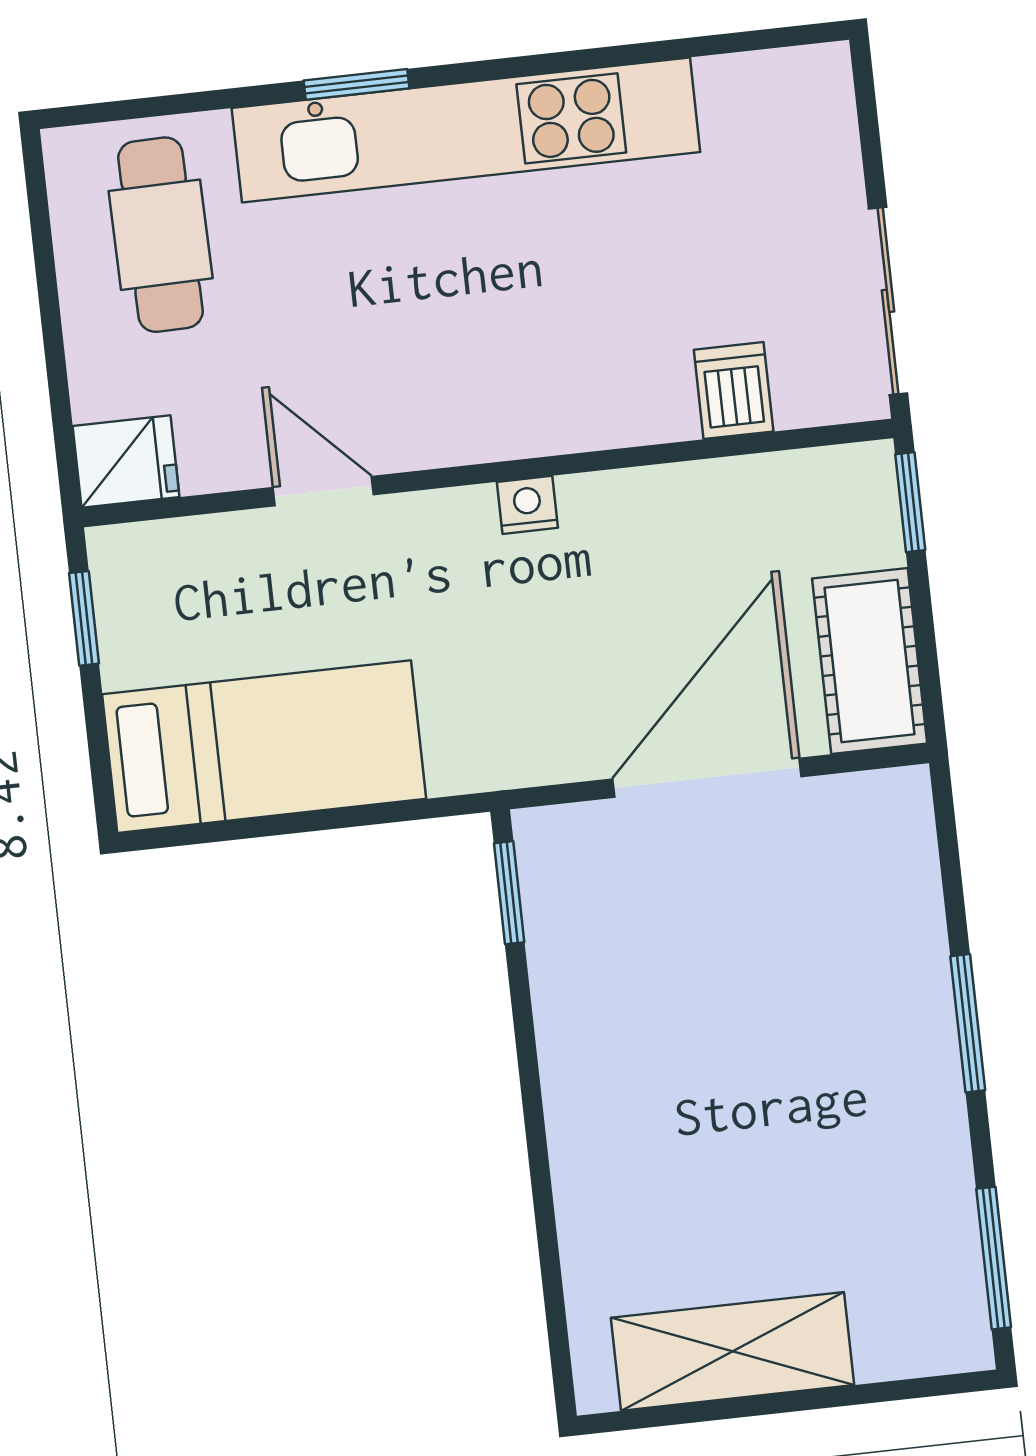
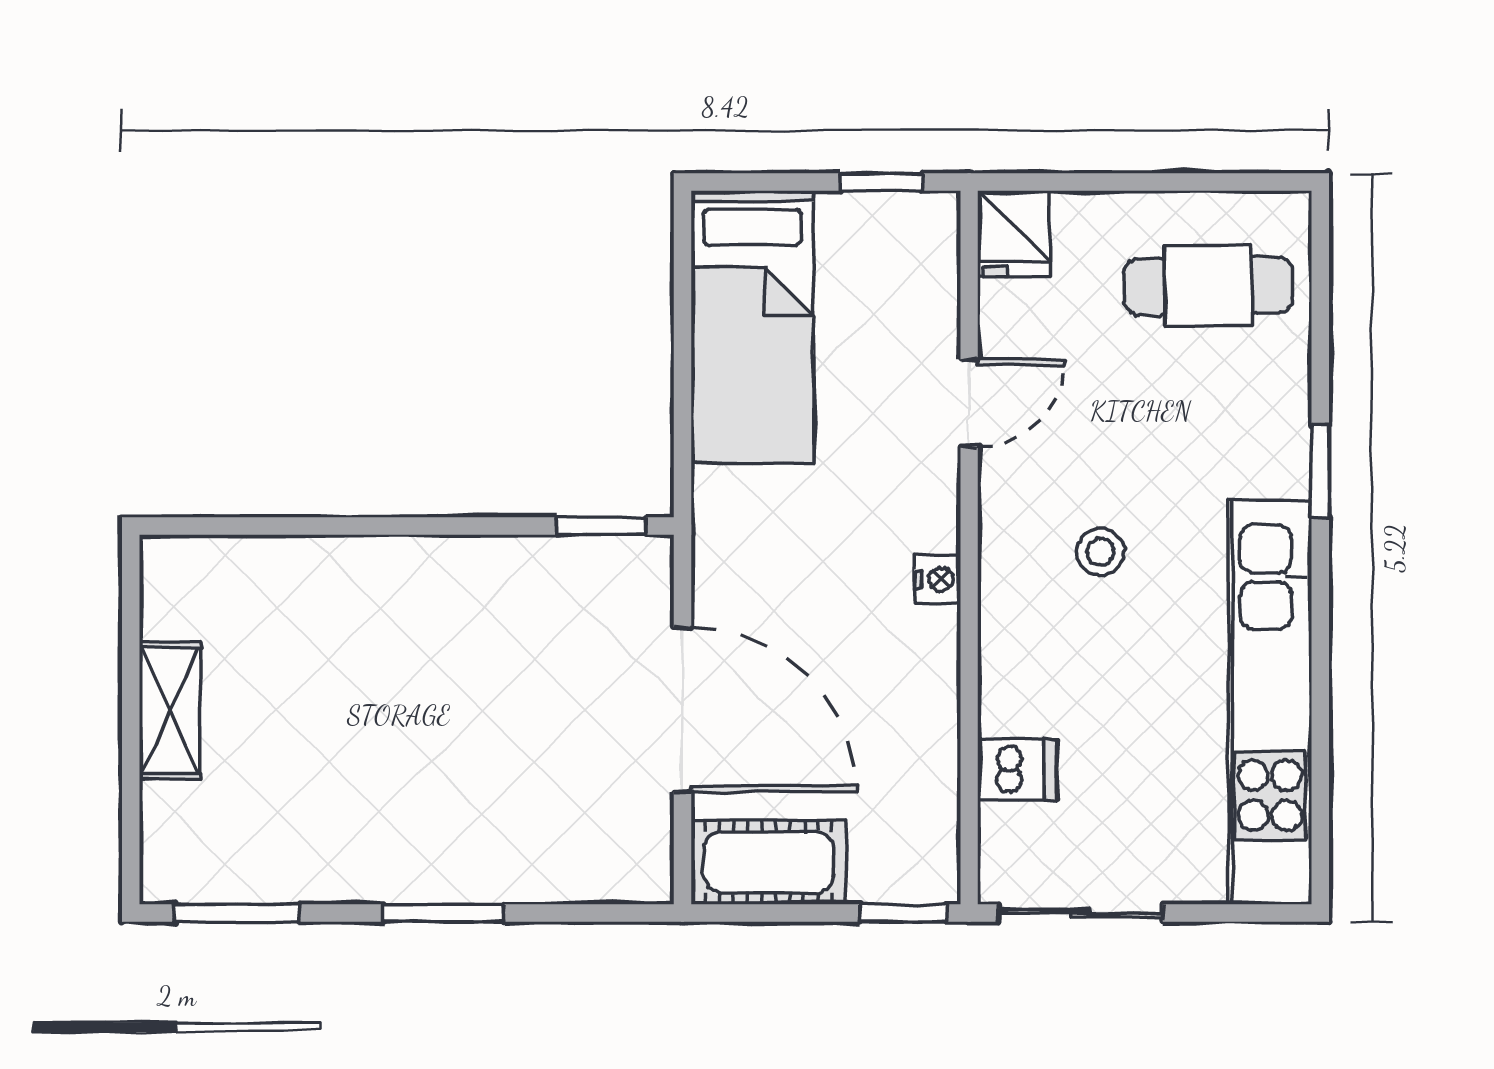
kitchen unit: (466, 130) -> (1270, 702), moved
stool: (476, 324) -> (1100, 552), added
shelving: (733, 1351) -> (170, 711), width x0.67, depth x0.75

